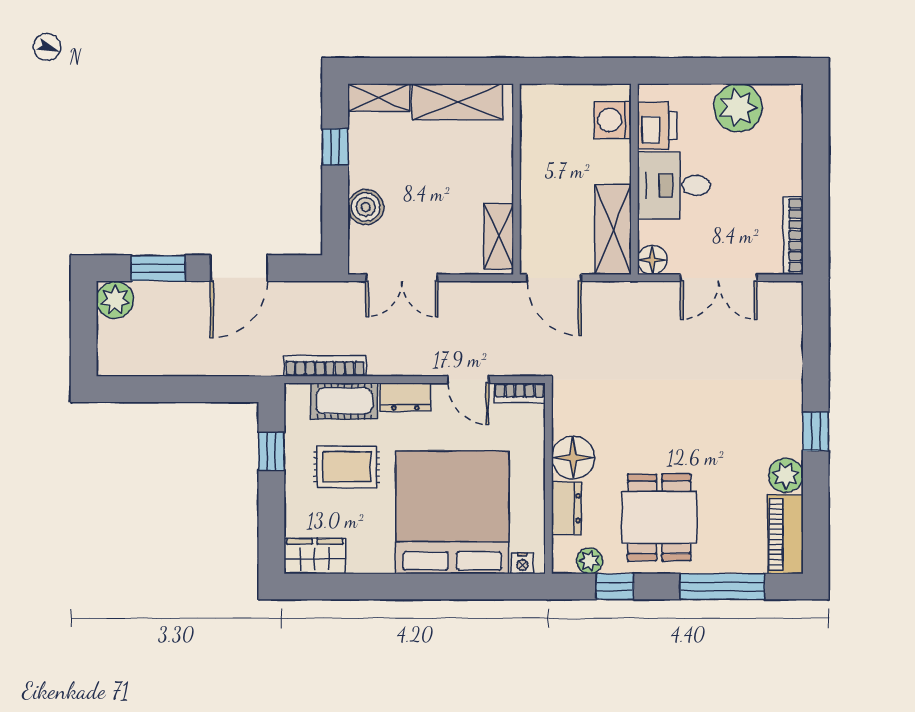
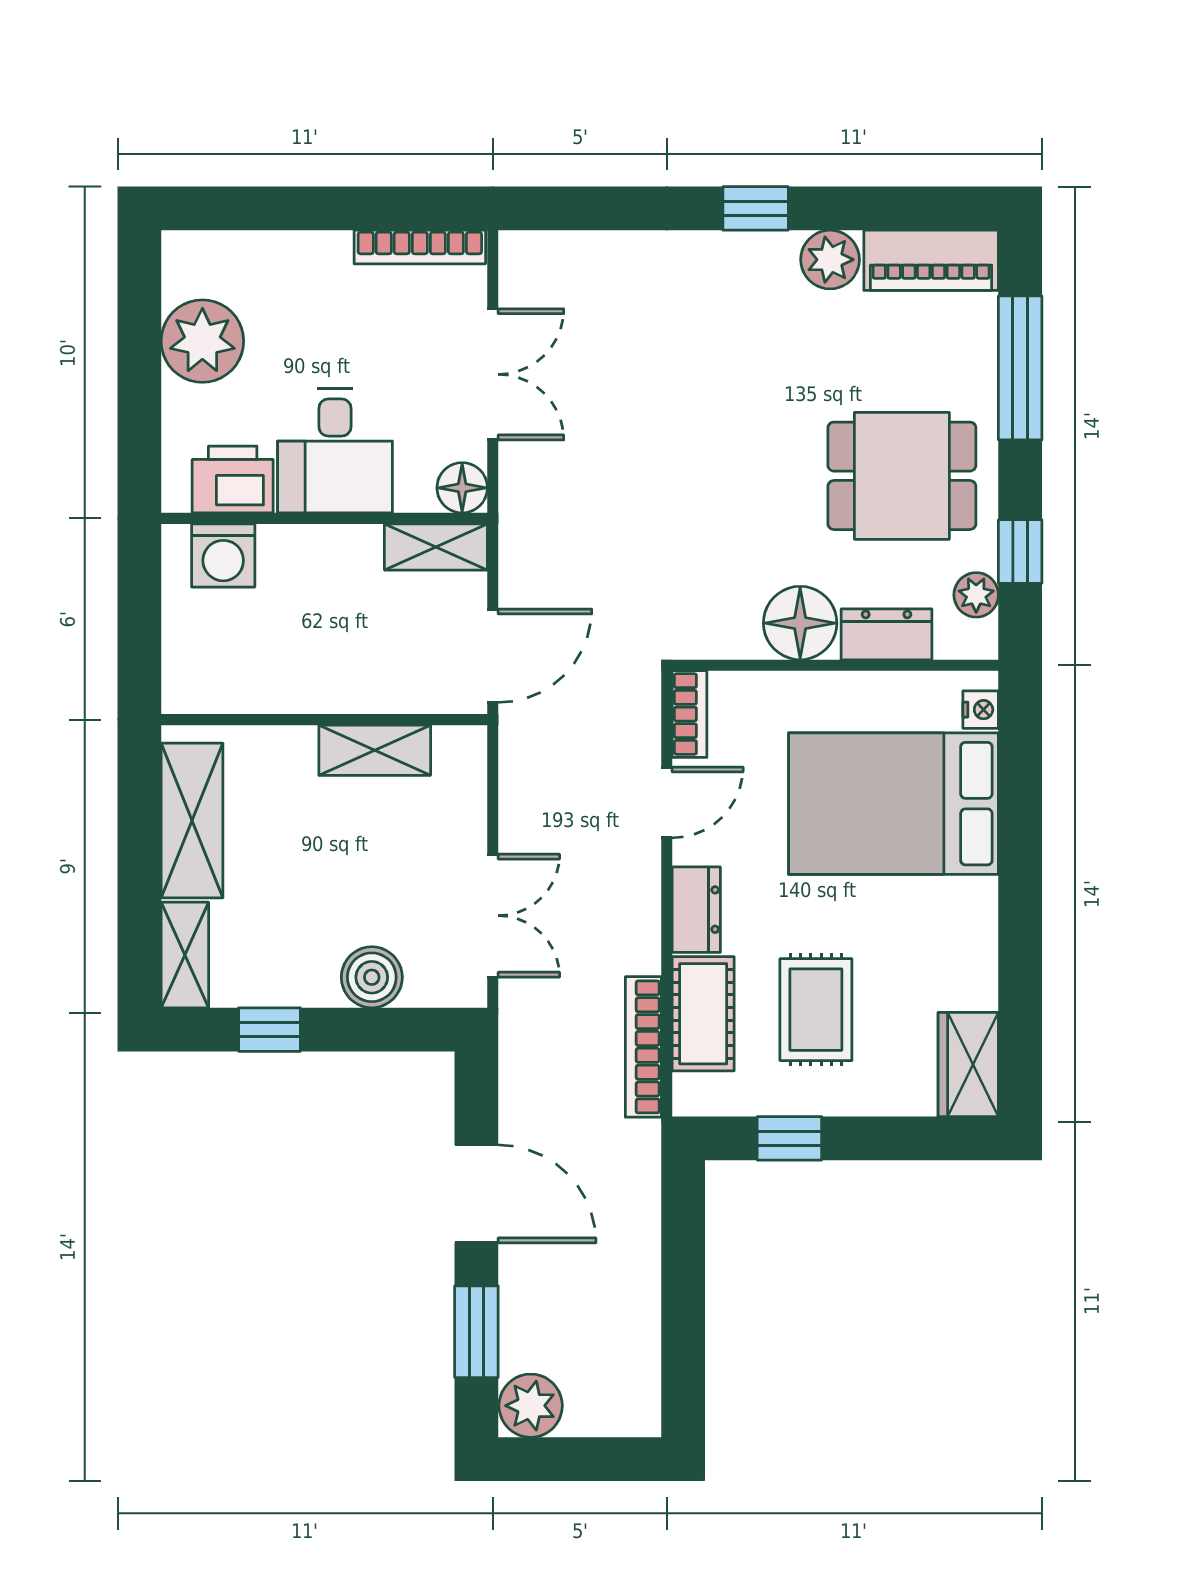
shelving: (613, 229) -> (436, 547), width x0.67, depth x0.75
shelving: (499, 236) -> (375, 750), moved
bed: (452, 512) -> (893, 804), width x0.73

